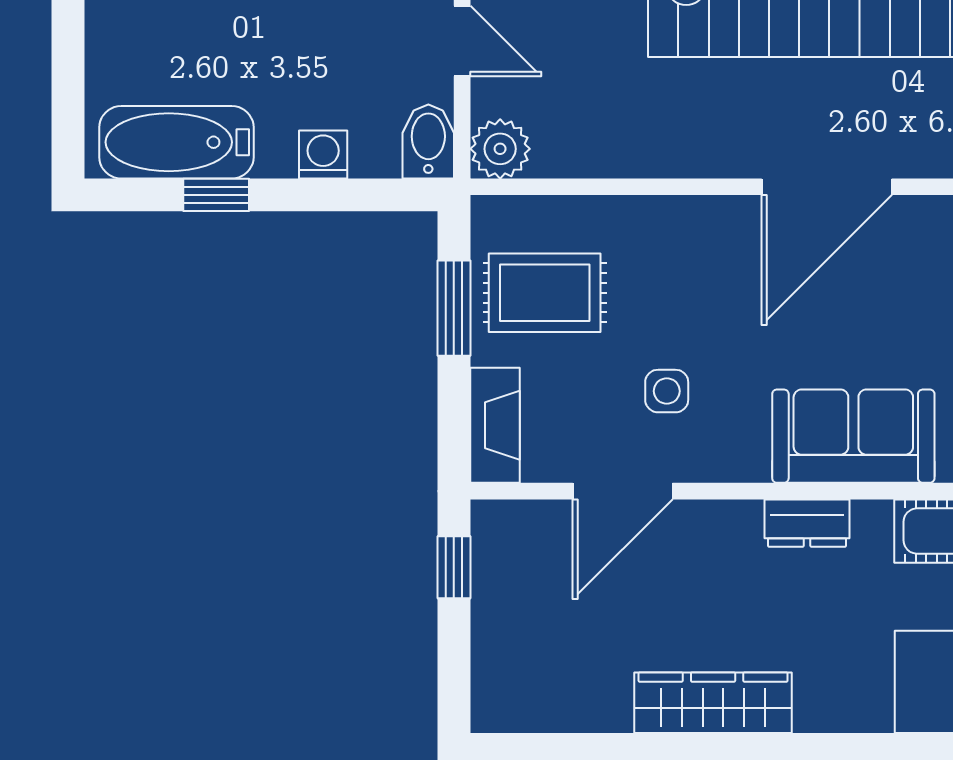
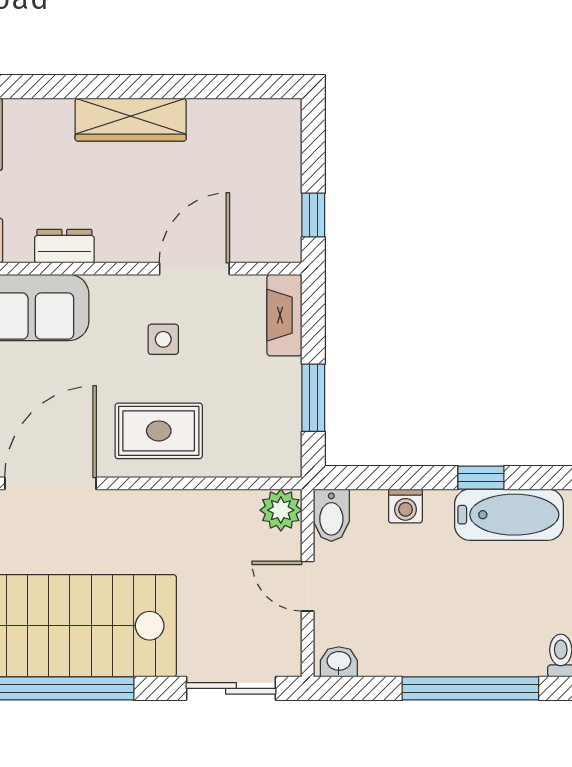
rug: (545, 293) -> (159, 431), moved

